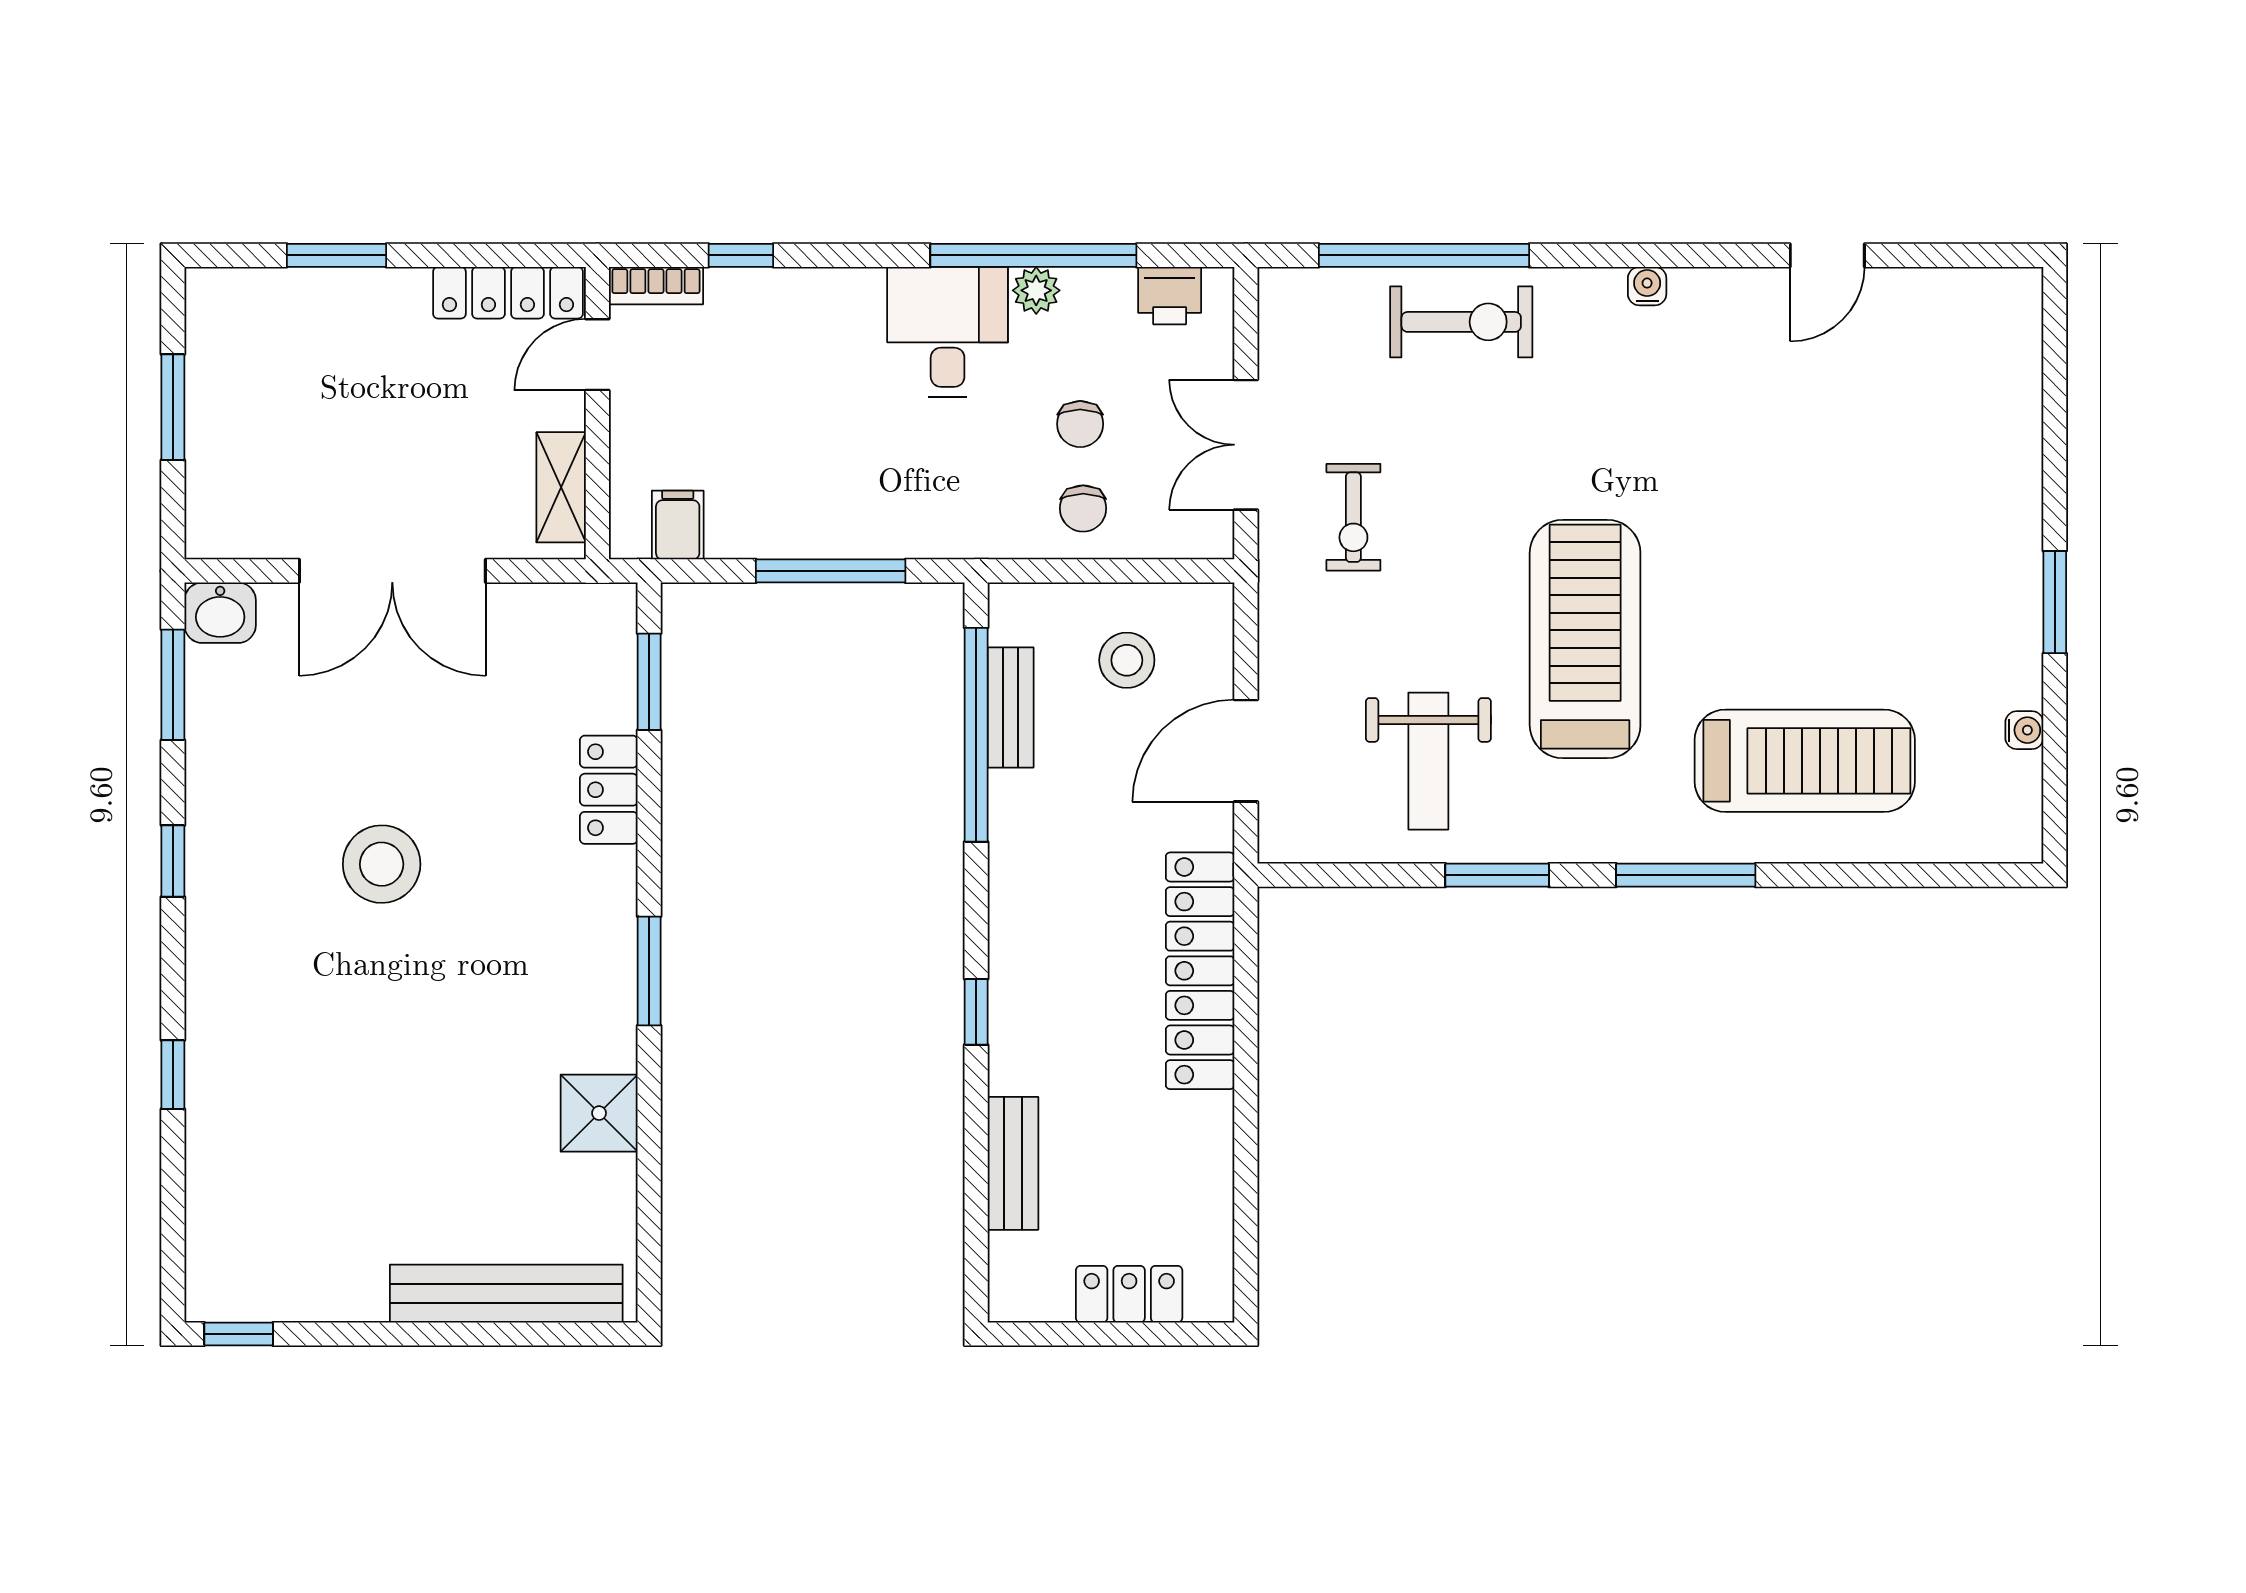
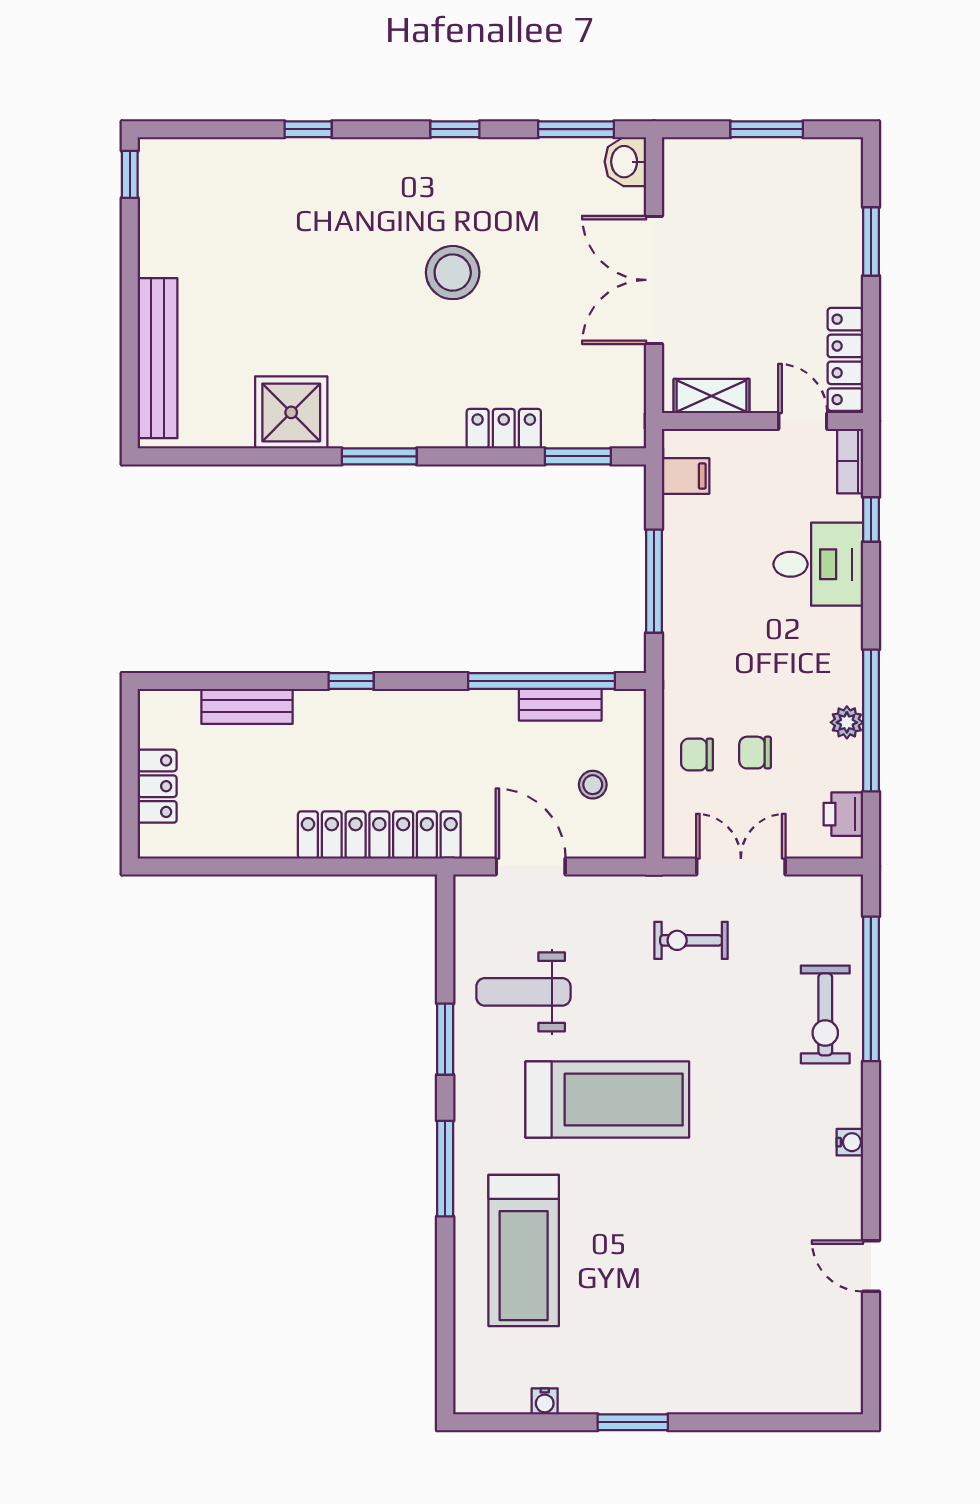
desk: (948, 332) -> (818, 564), moved
stool: (1127, 660) -> (593, 785), width x0.73, depth x0.73
shower: (599, 1113) -> (291, 412), width x1.36, depth x1.36

